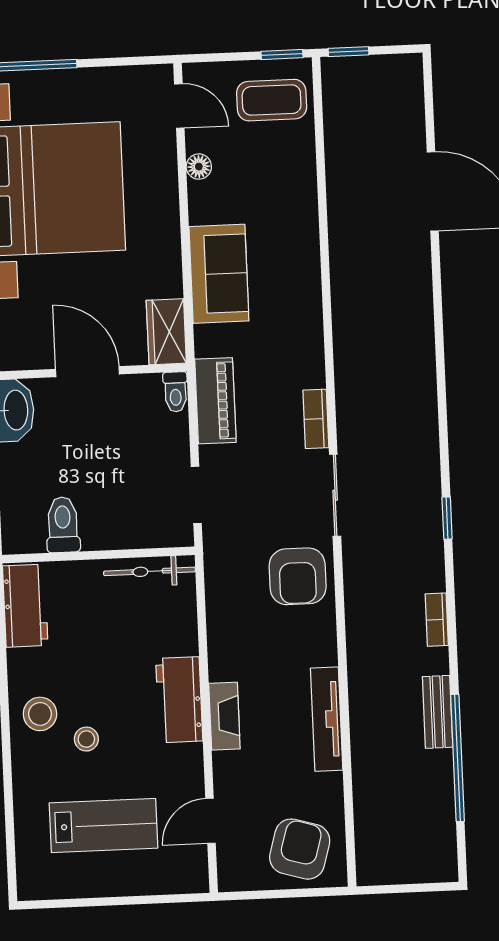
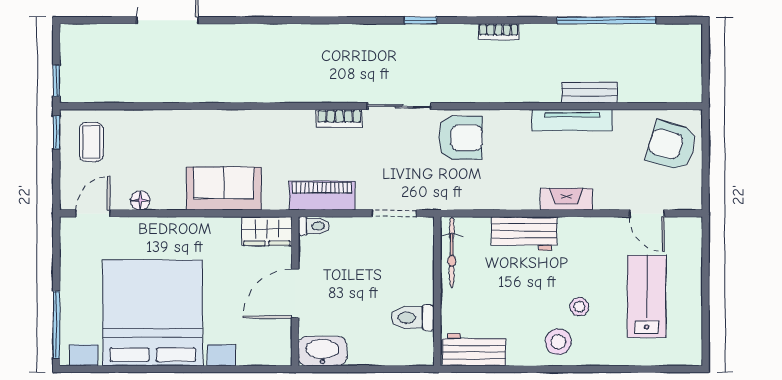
coffee table: (272, 100) -> (91, 142), width x0.73, depth x0.77
workbench: (179, 700) -> (524, 234), moved
bench: (438, 712) -> (589, 92), moved

